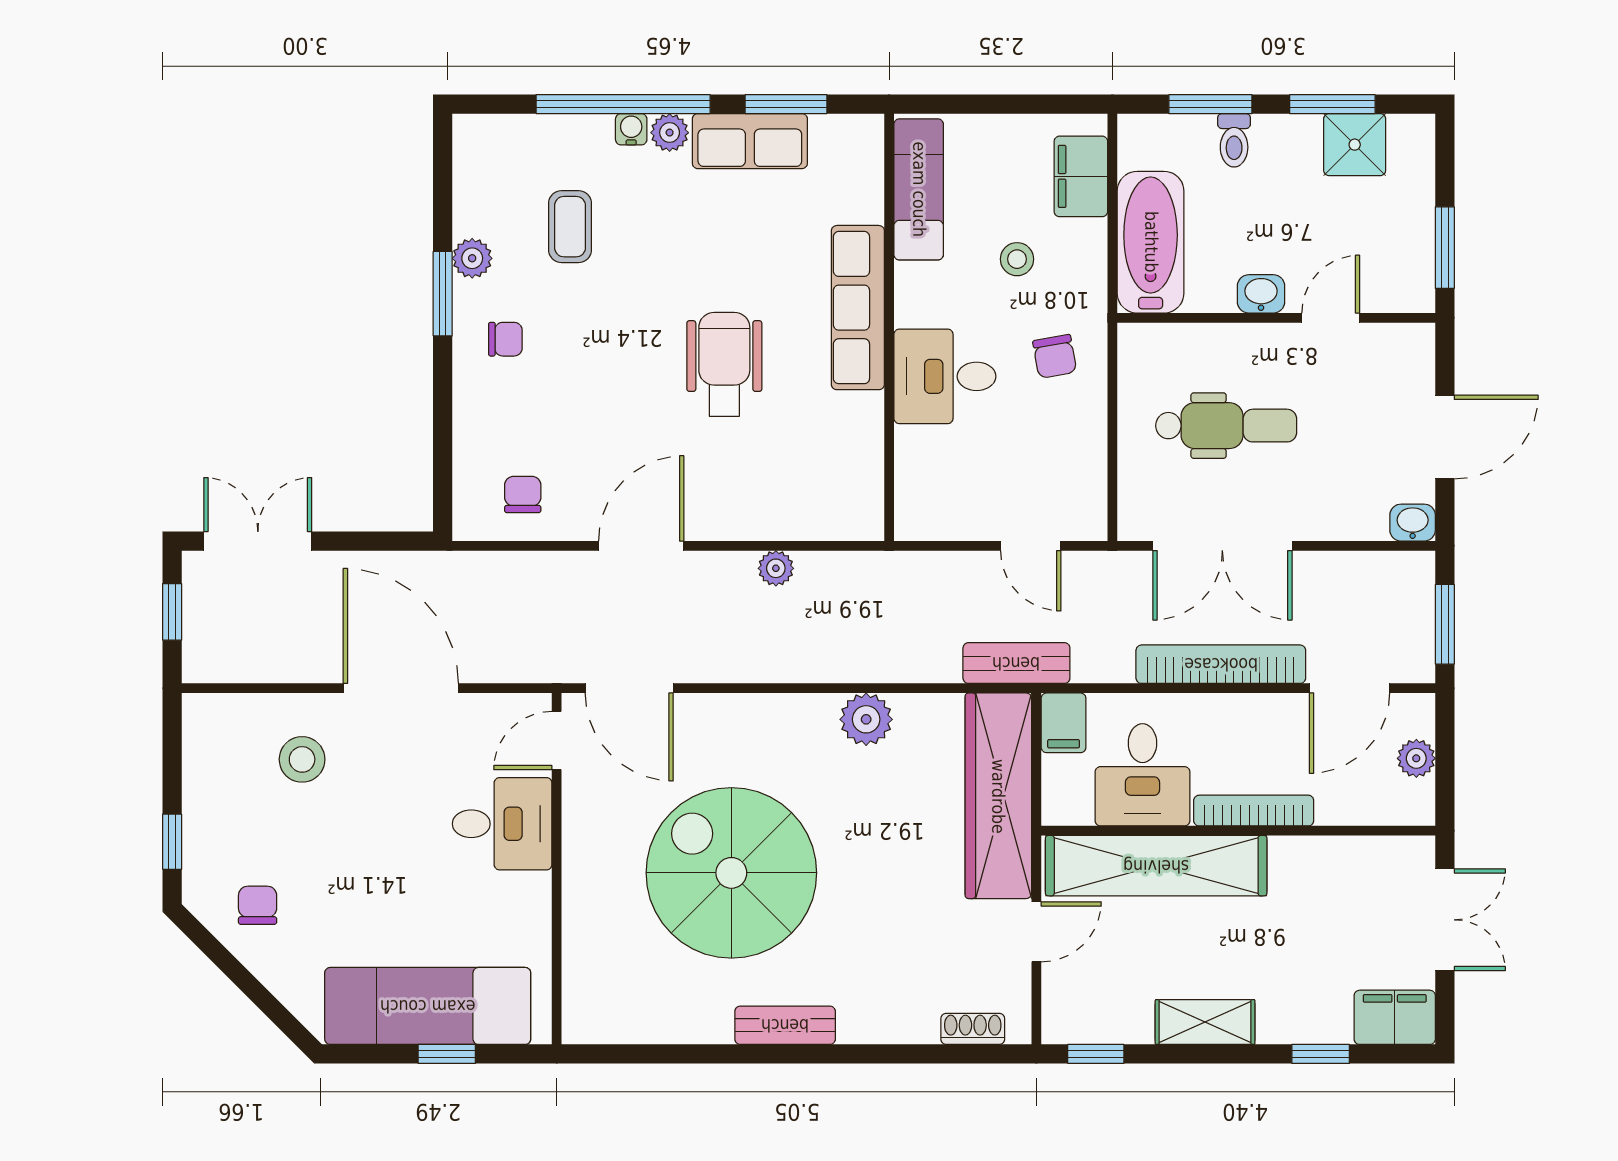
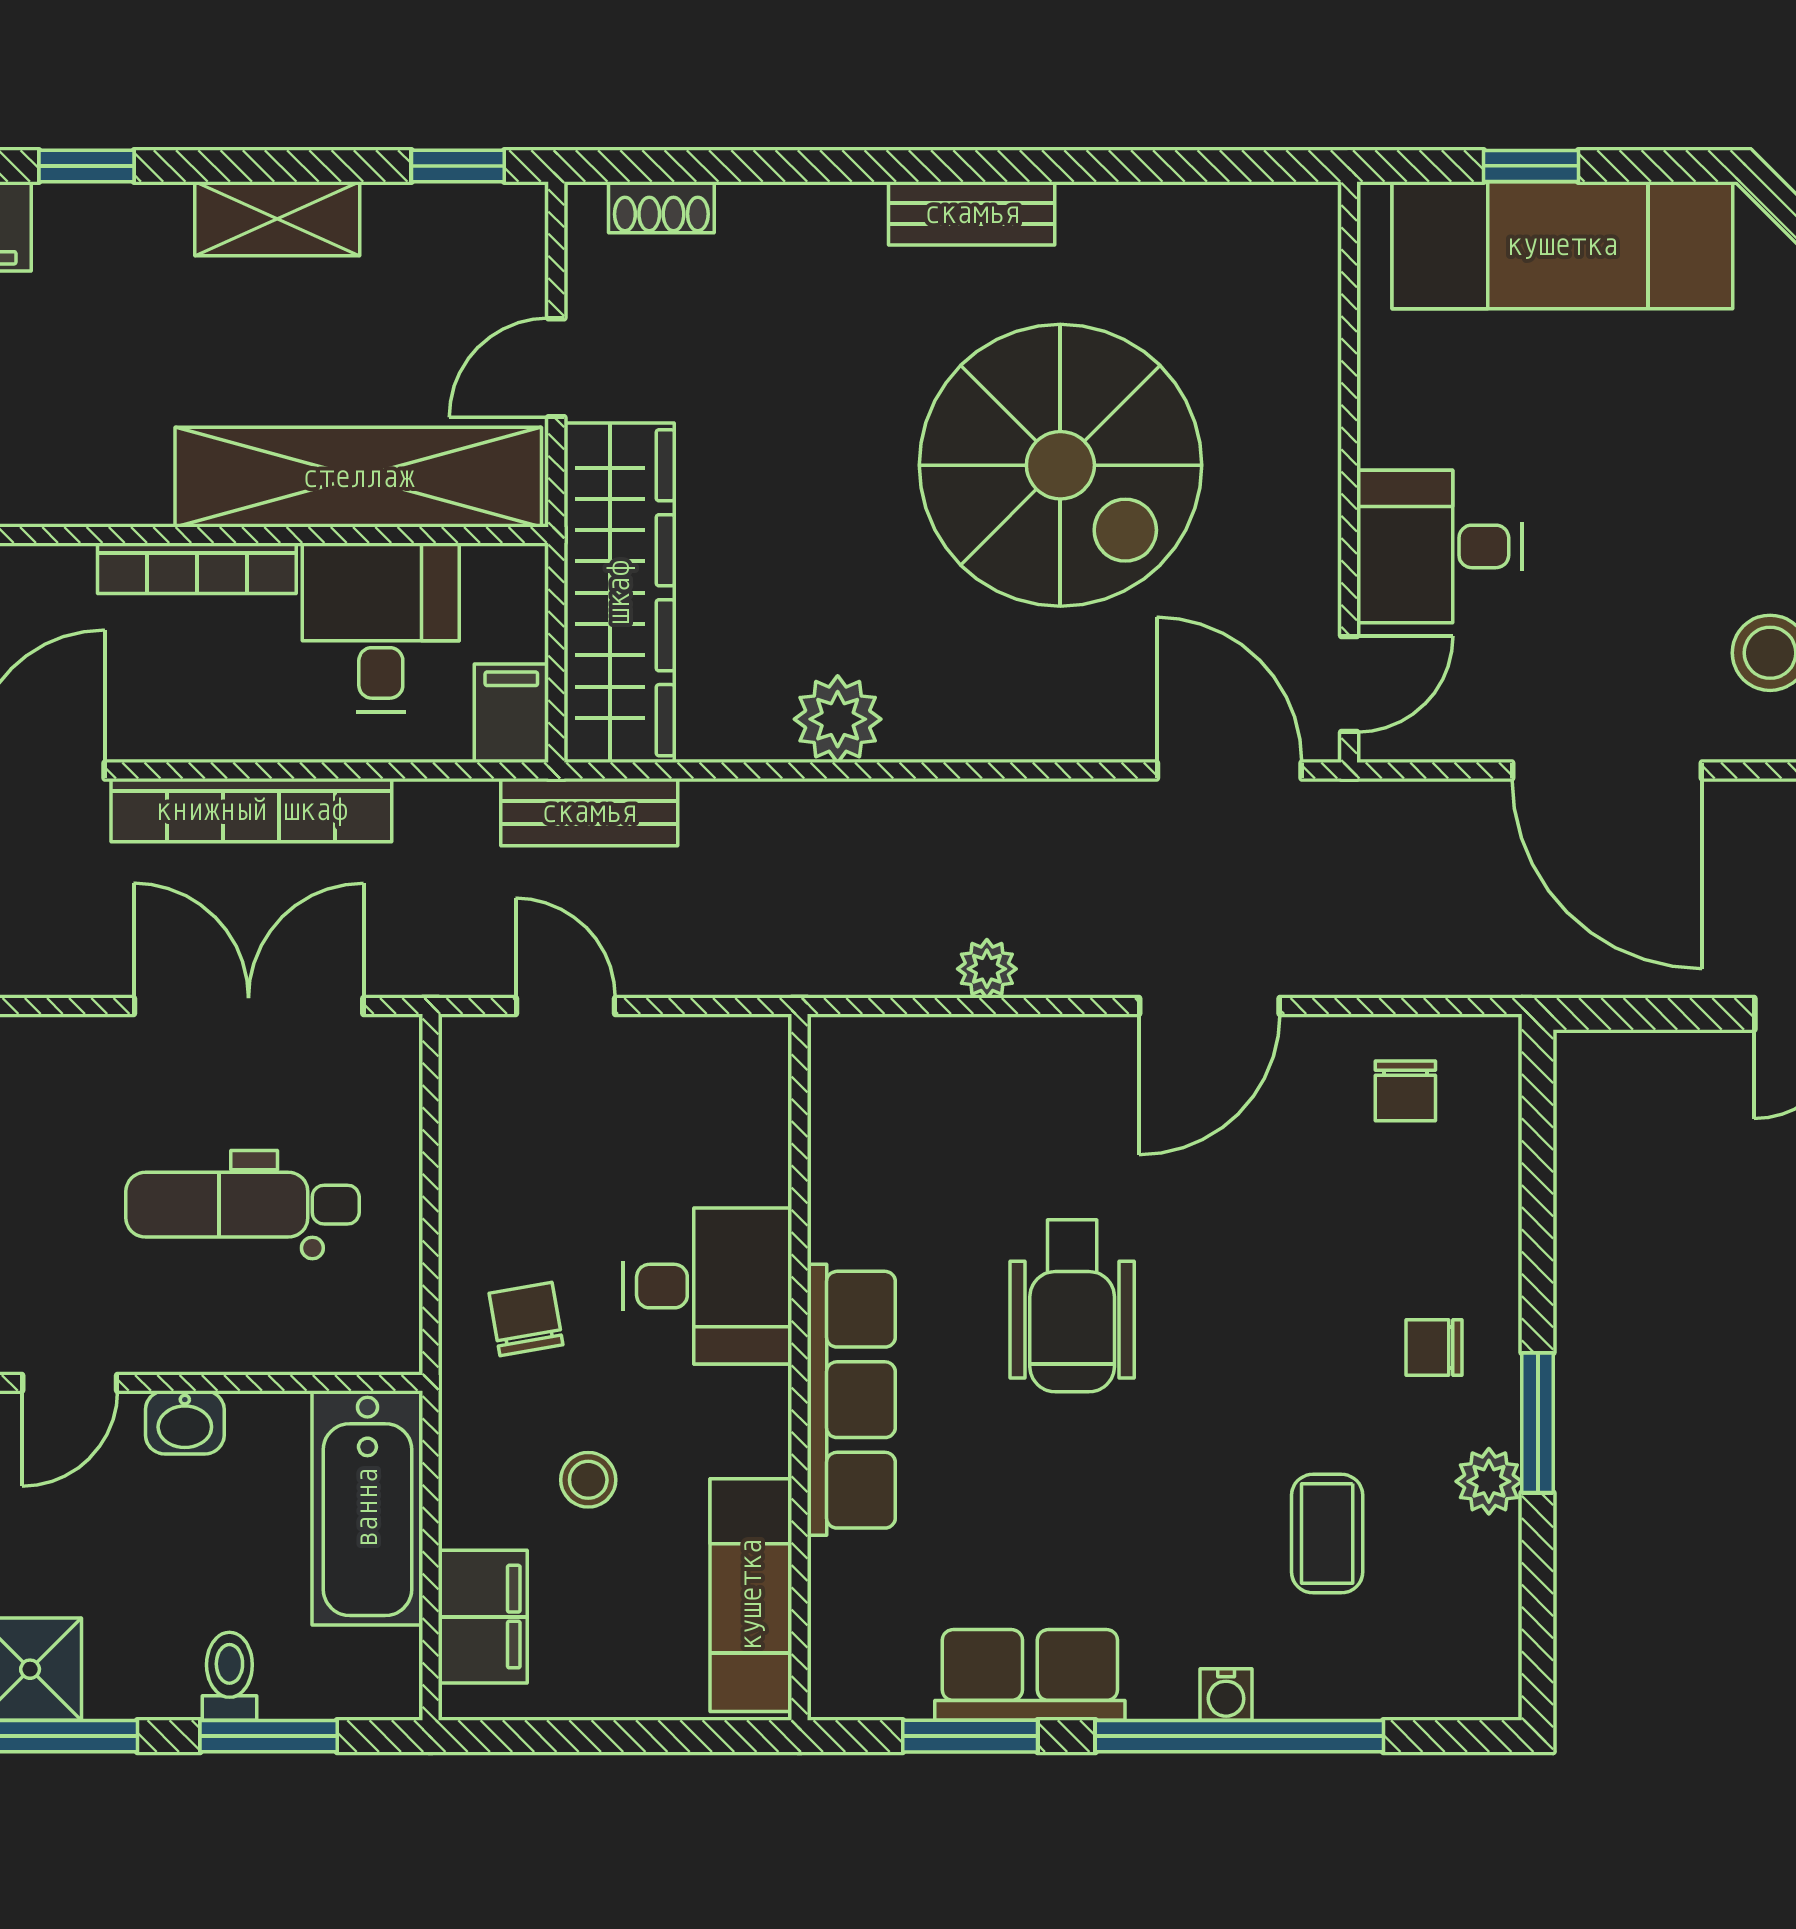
plant: (670, 133) -> (1163, 1689), removed

